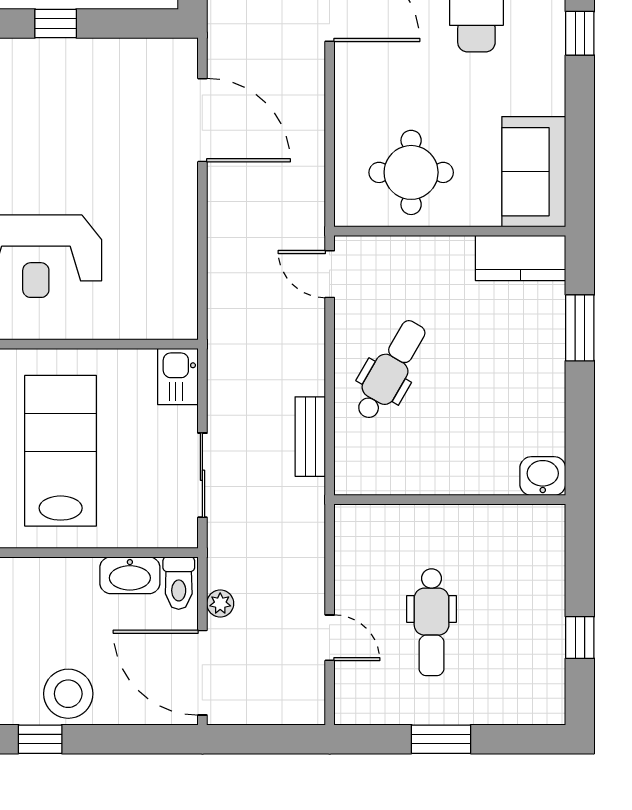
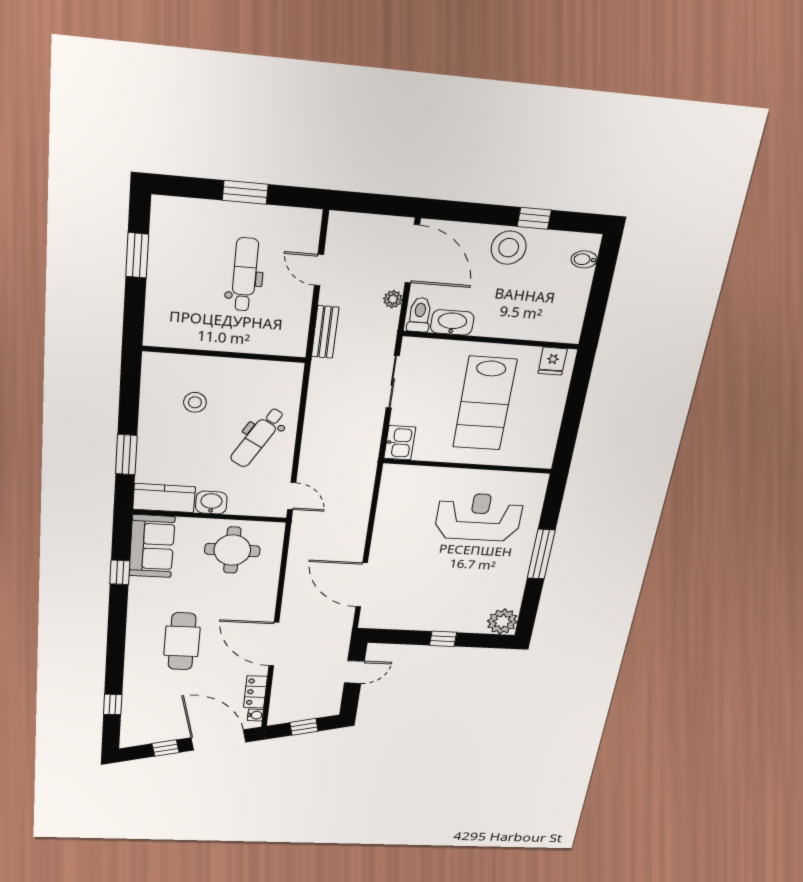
window: (580, 33) -> (120, 572), moved
stool: (486, 421) -> (195, 402), added
bench: (310, 437) -> (325, 332), moved
washbasin: (543, 476) -> (211, 503), moved, turned 180
window: (580, 637) -> (137, 255), width x1.50

